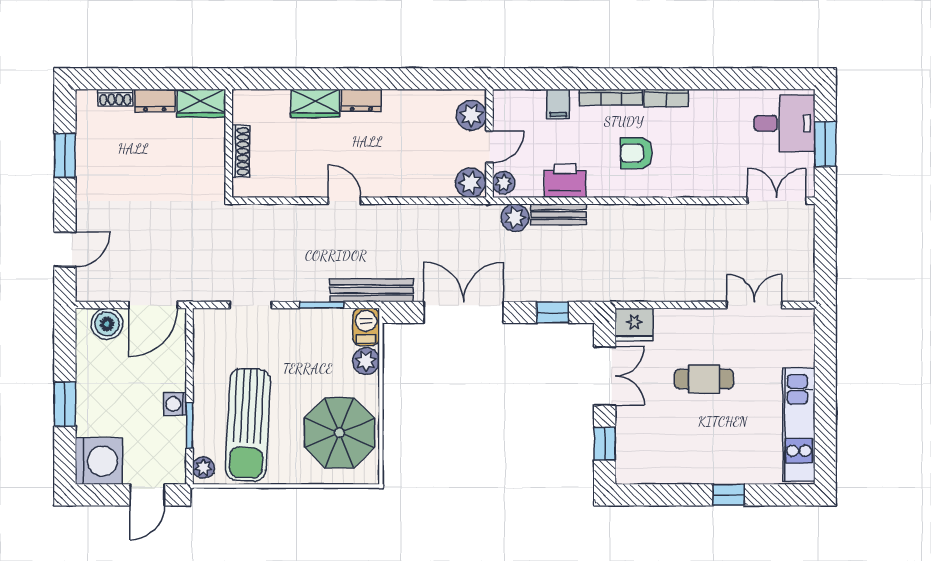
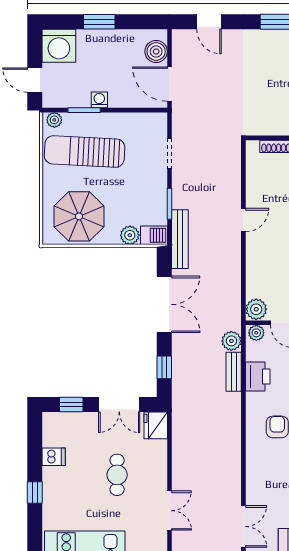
dishwasher: (678, 468) -> (54, 457), added

